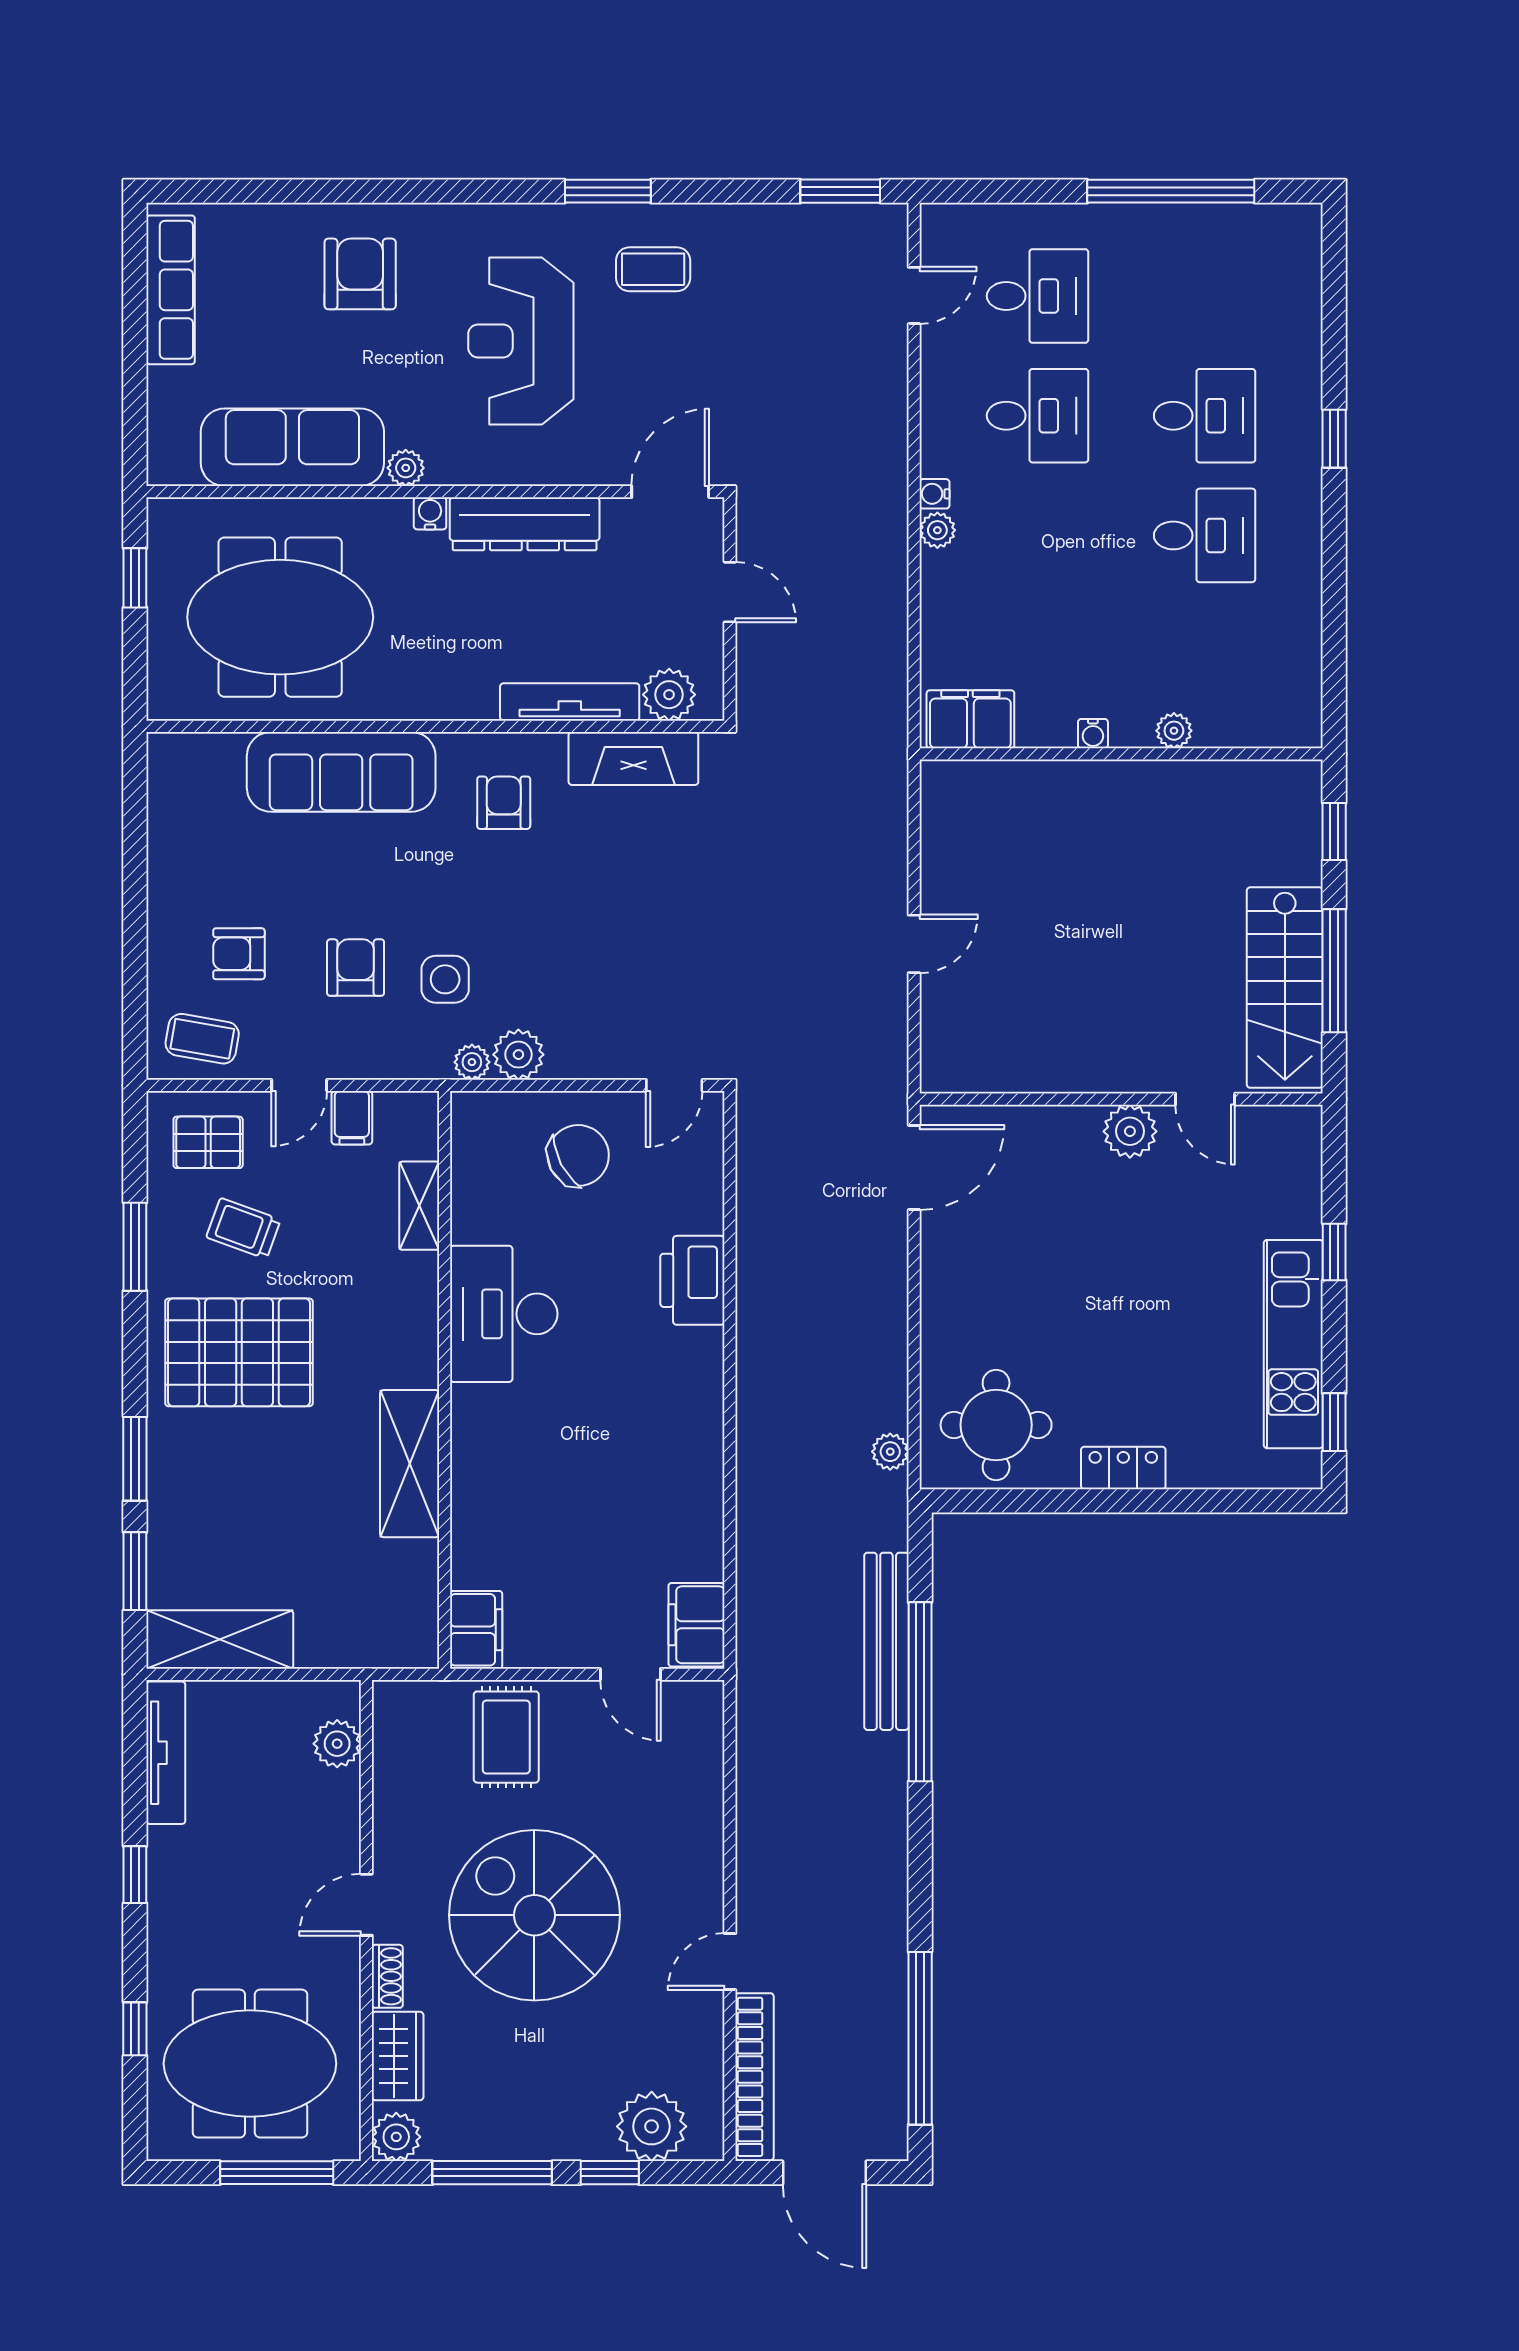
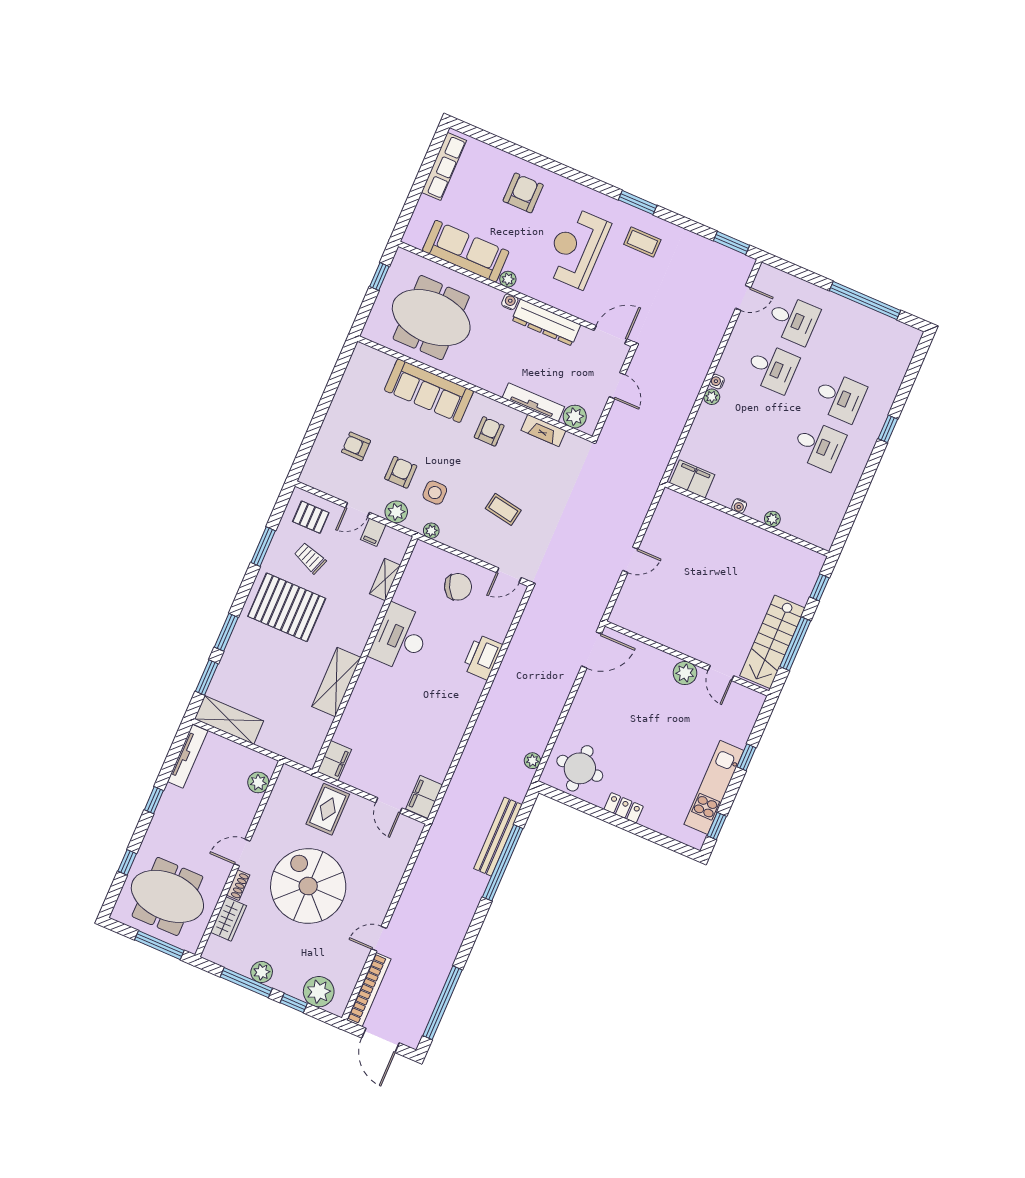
fireplace: (633, 758) -> (543, 431), width x0.73, depth x0.76
coffee table: (202, 1039) -> (503, 509), moved
plant: (518, 1055) -> (396, 512), moved
plant: (396, 2137) -> (262, 972), moved

